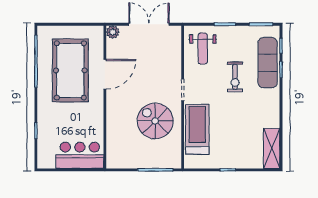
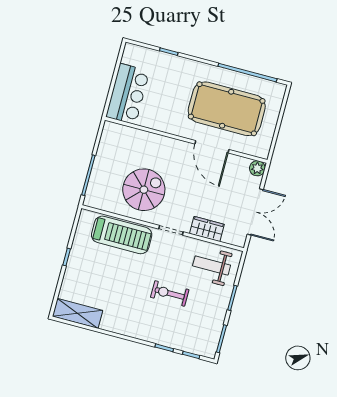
wardrobe: (174, 60) -> (207, 229), added
exercise mat: (268, 63) -> (176, 335), removed

